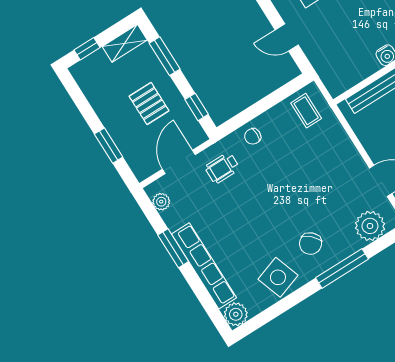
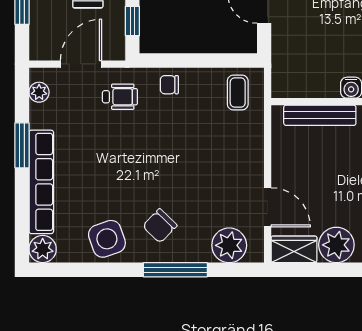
wheelchair: (222, 168) -> (120, 97), turned 180

